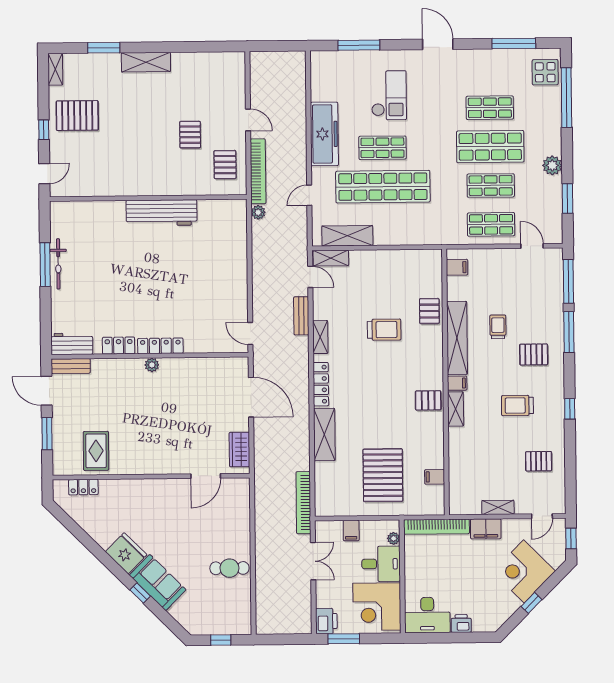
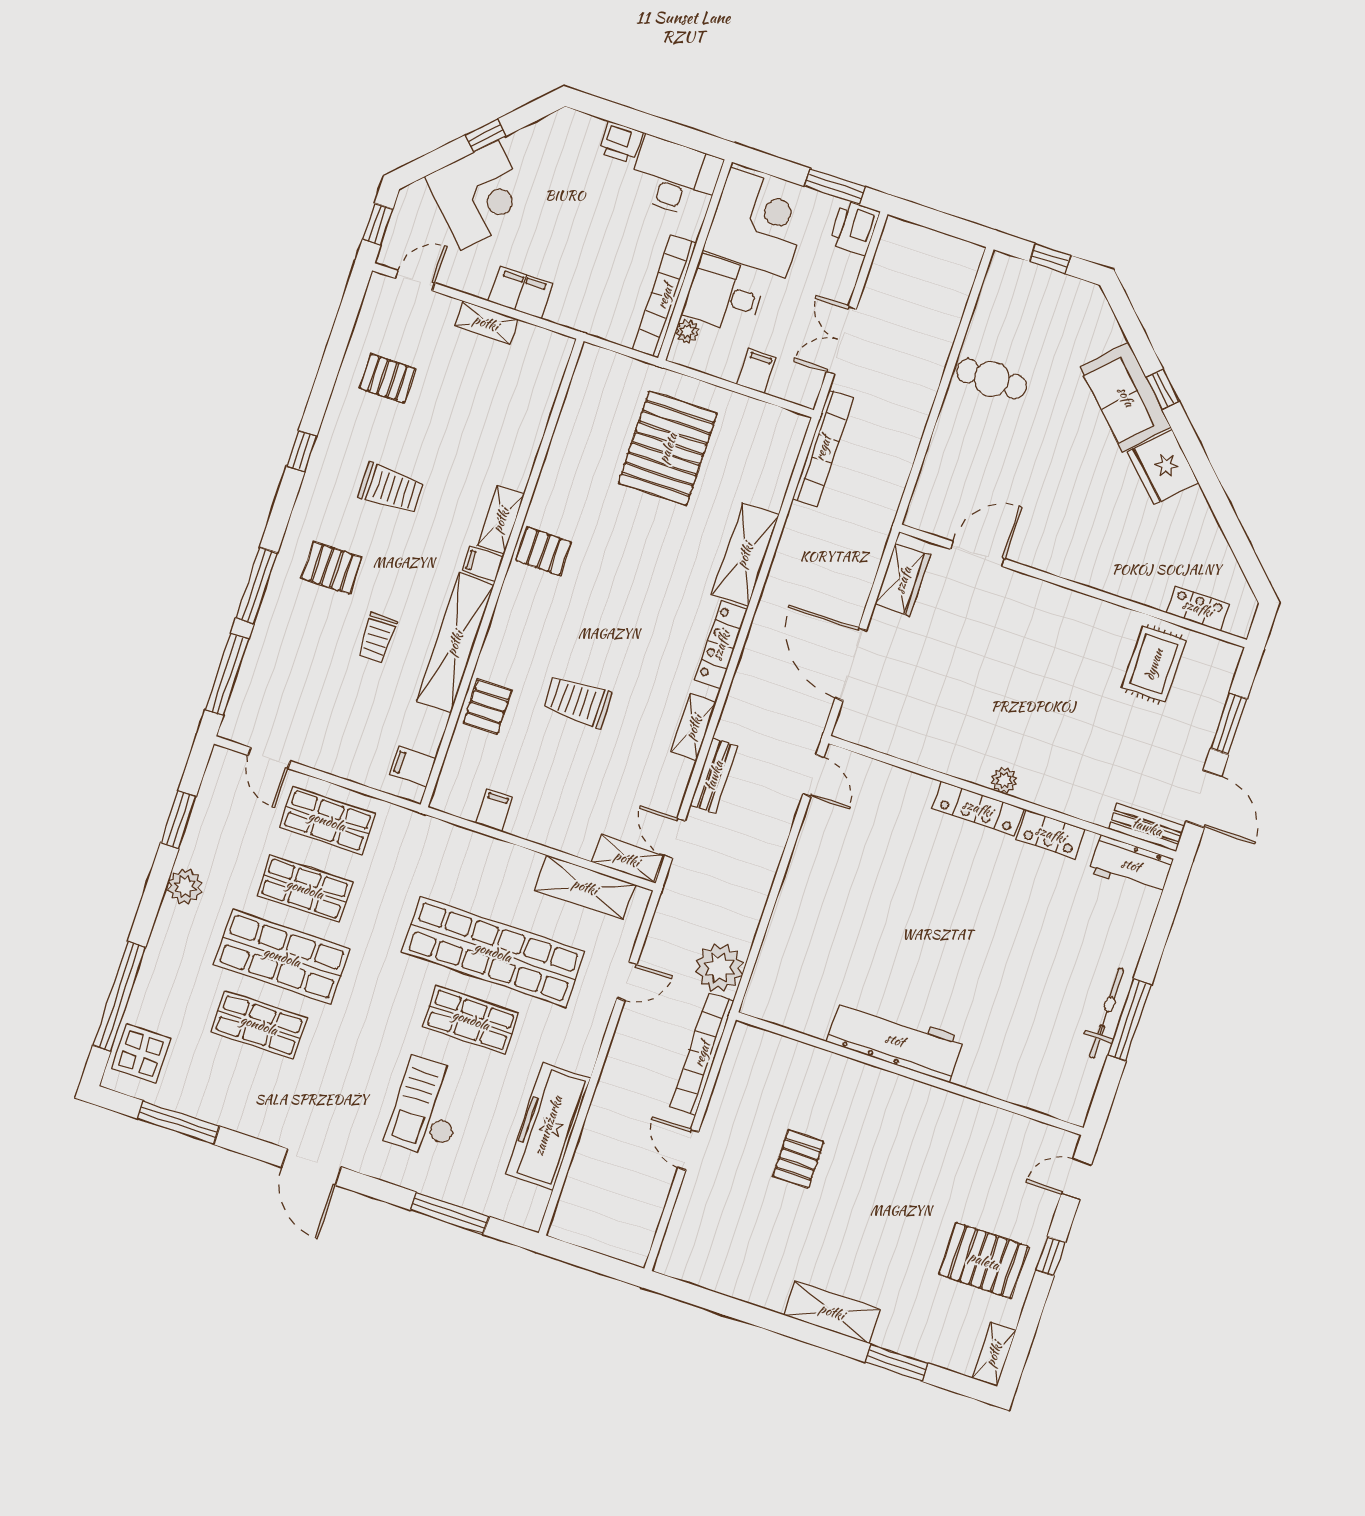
freezer: (324, 134) -> (548, 1126), moved
pallet: (225, 165) -> (755, 1086), removed
plant: (258, 212) -> (719, 968), width x1.88, depth x1.88
filing cabinet: (435, 477) -> (494, 810), moved, turned -90
bookcase: (437, 527) -> (665, 296), moved, turned -90

